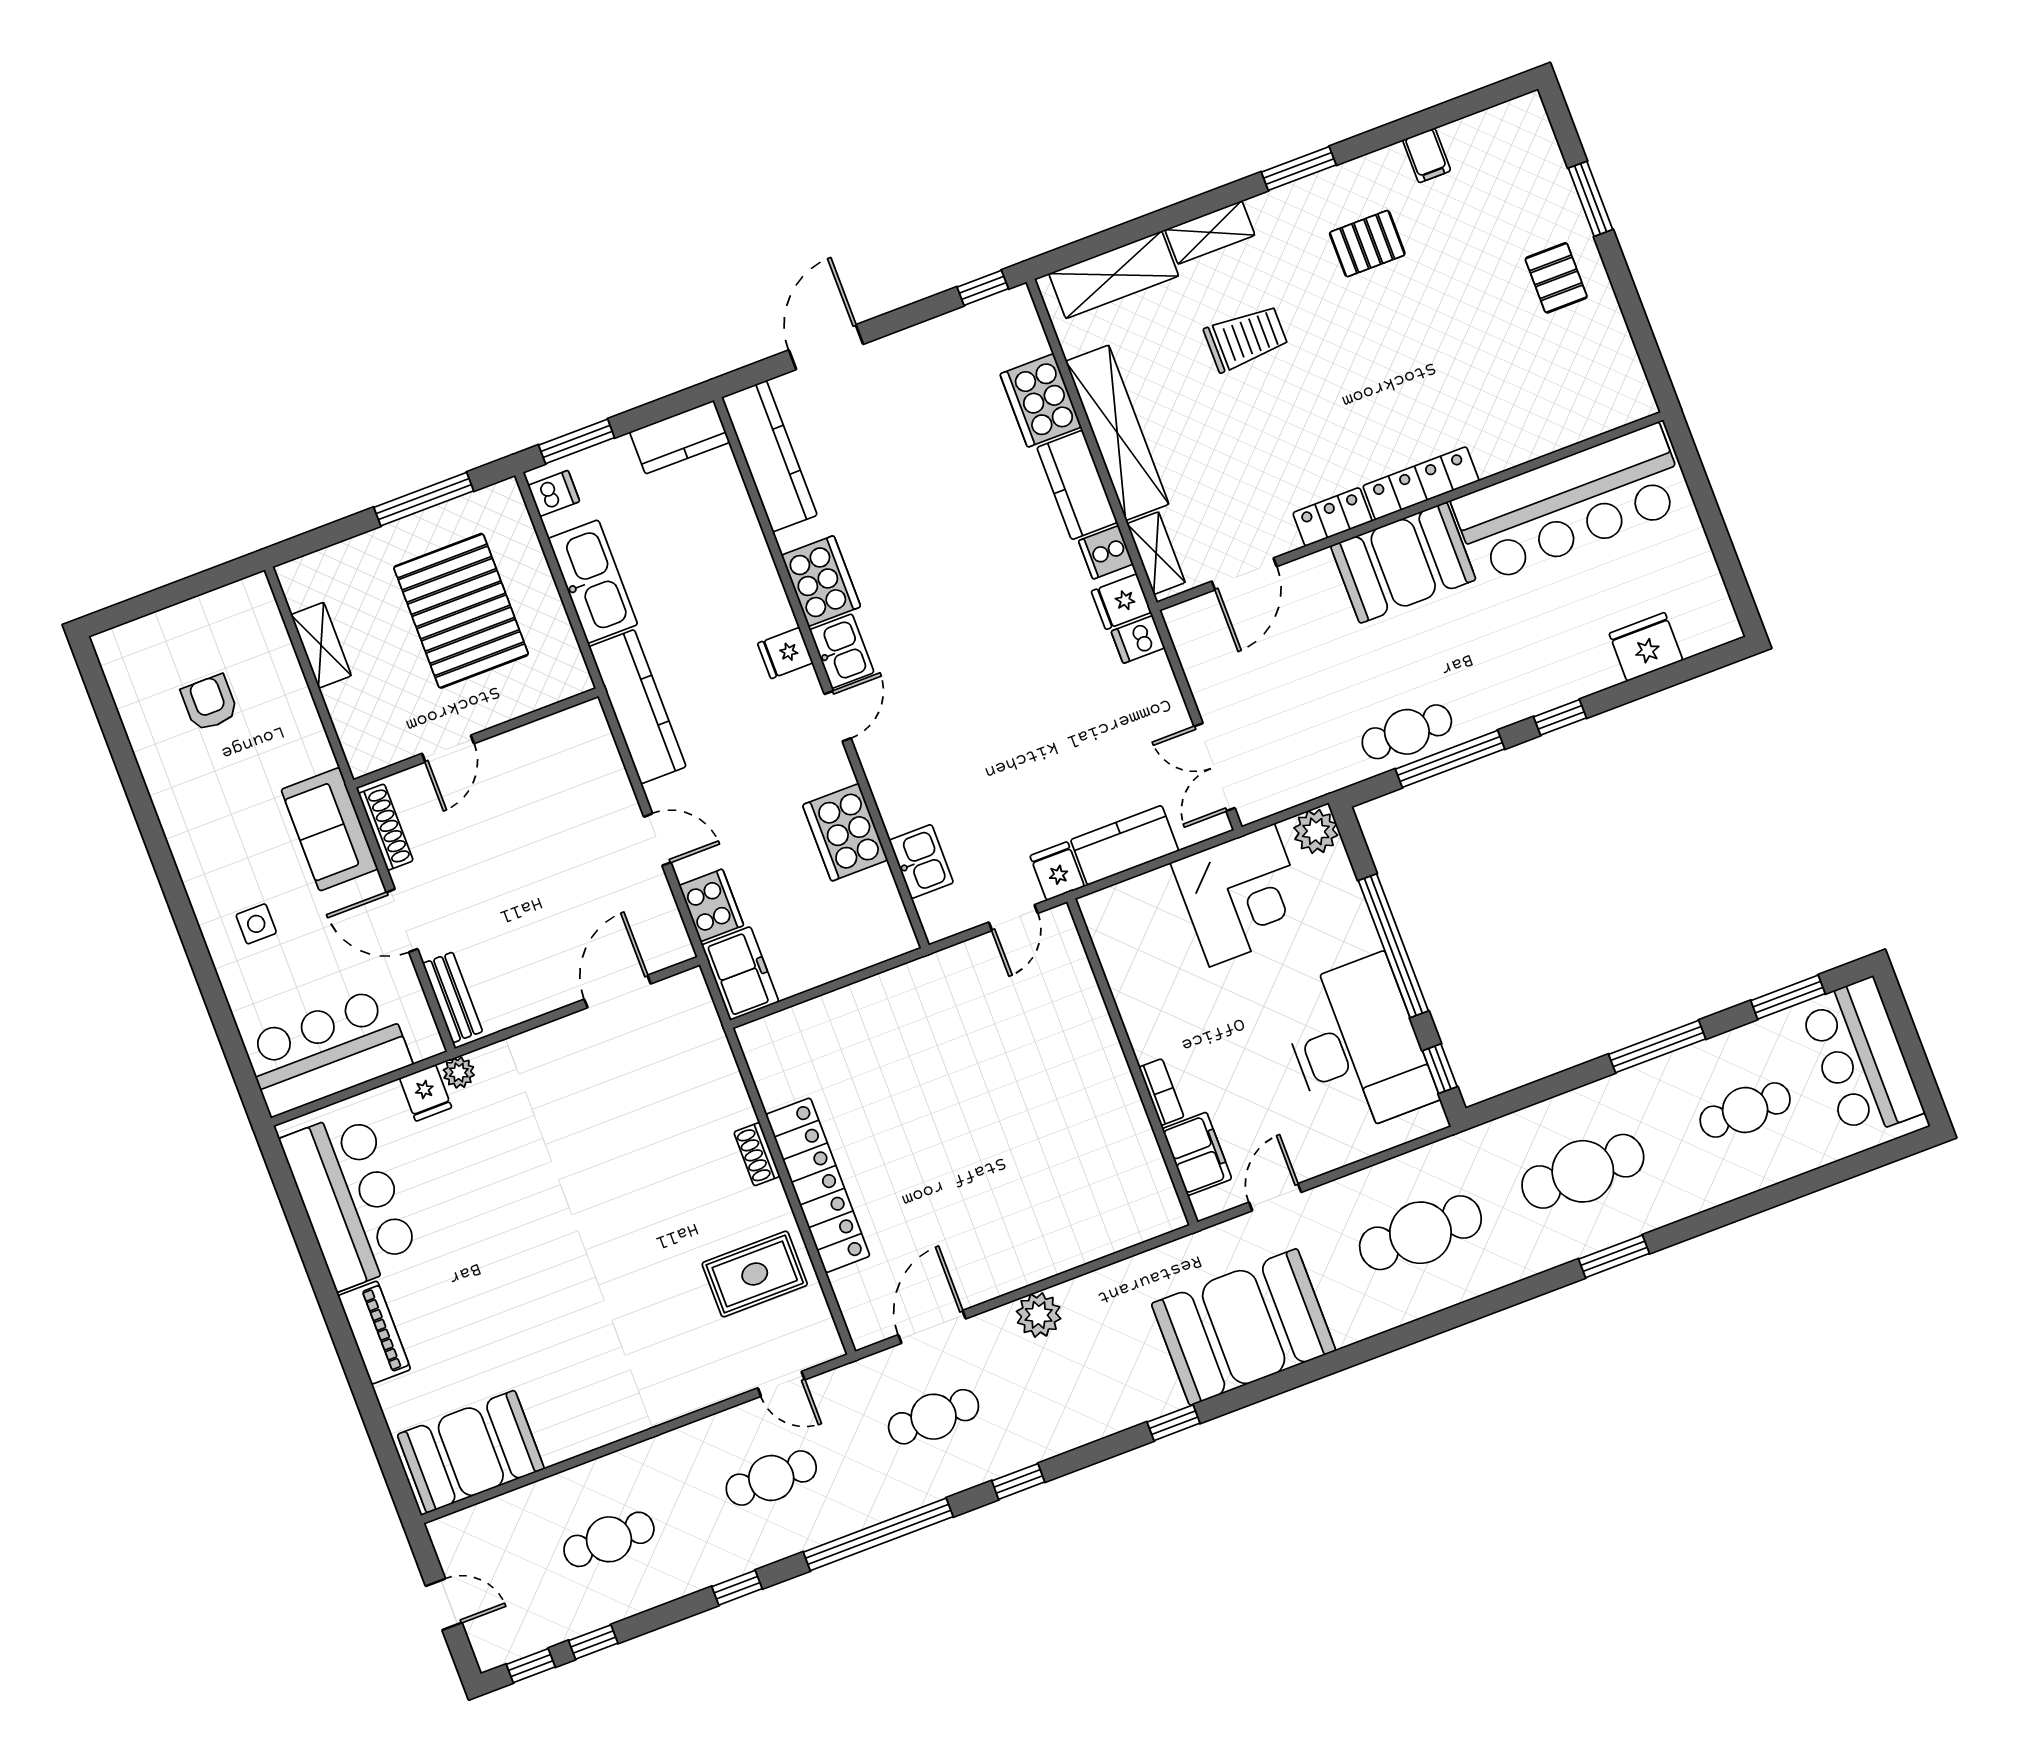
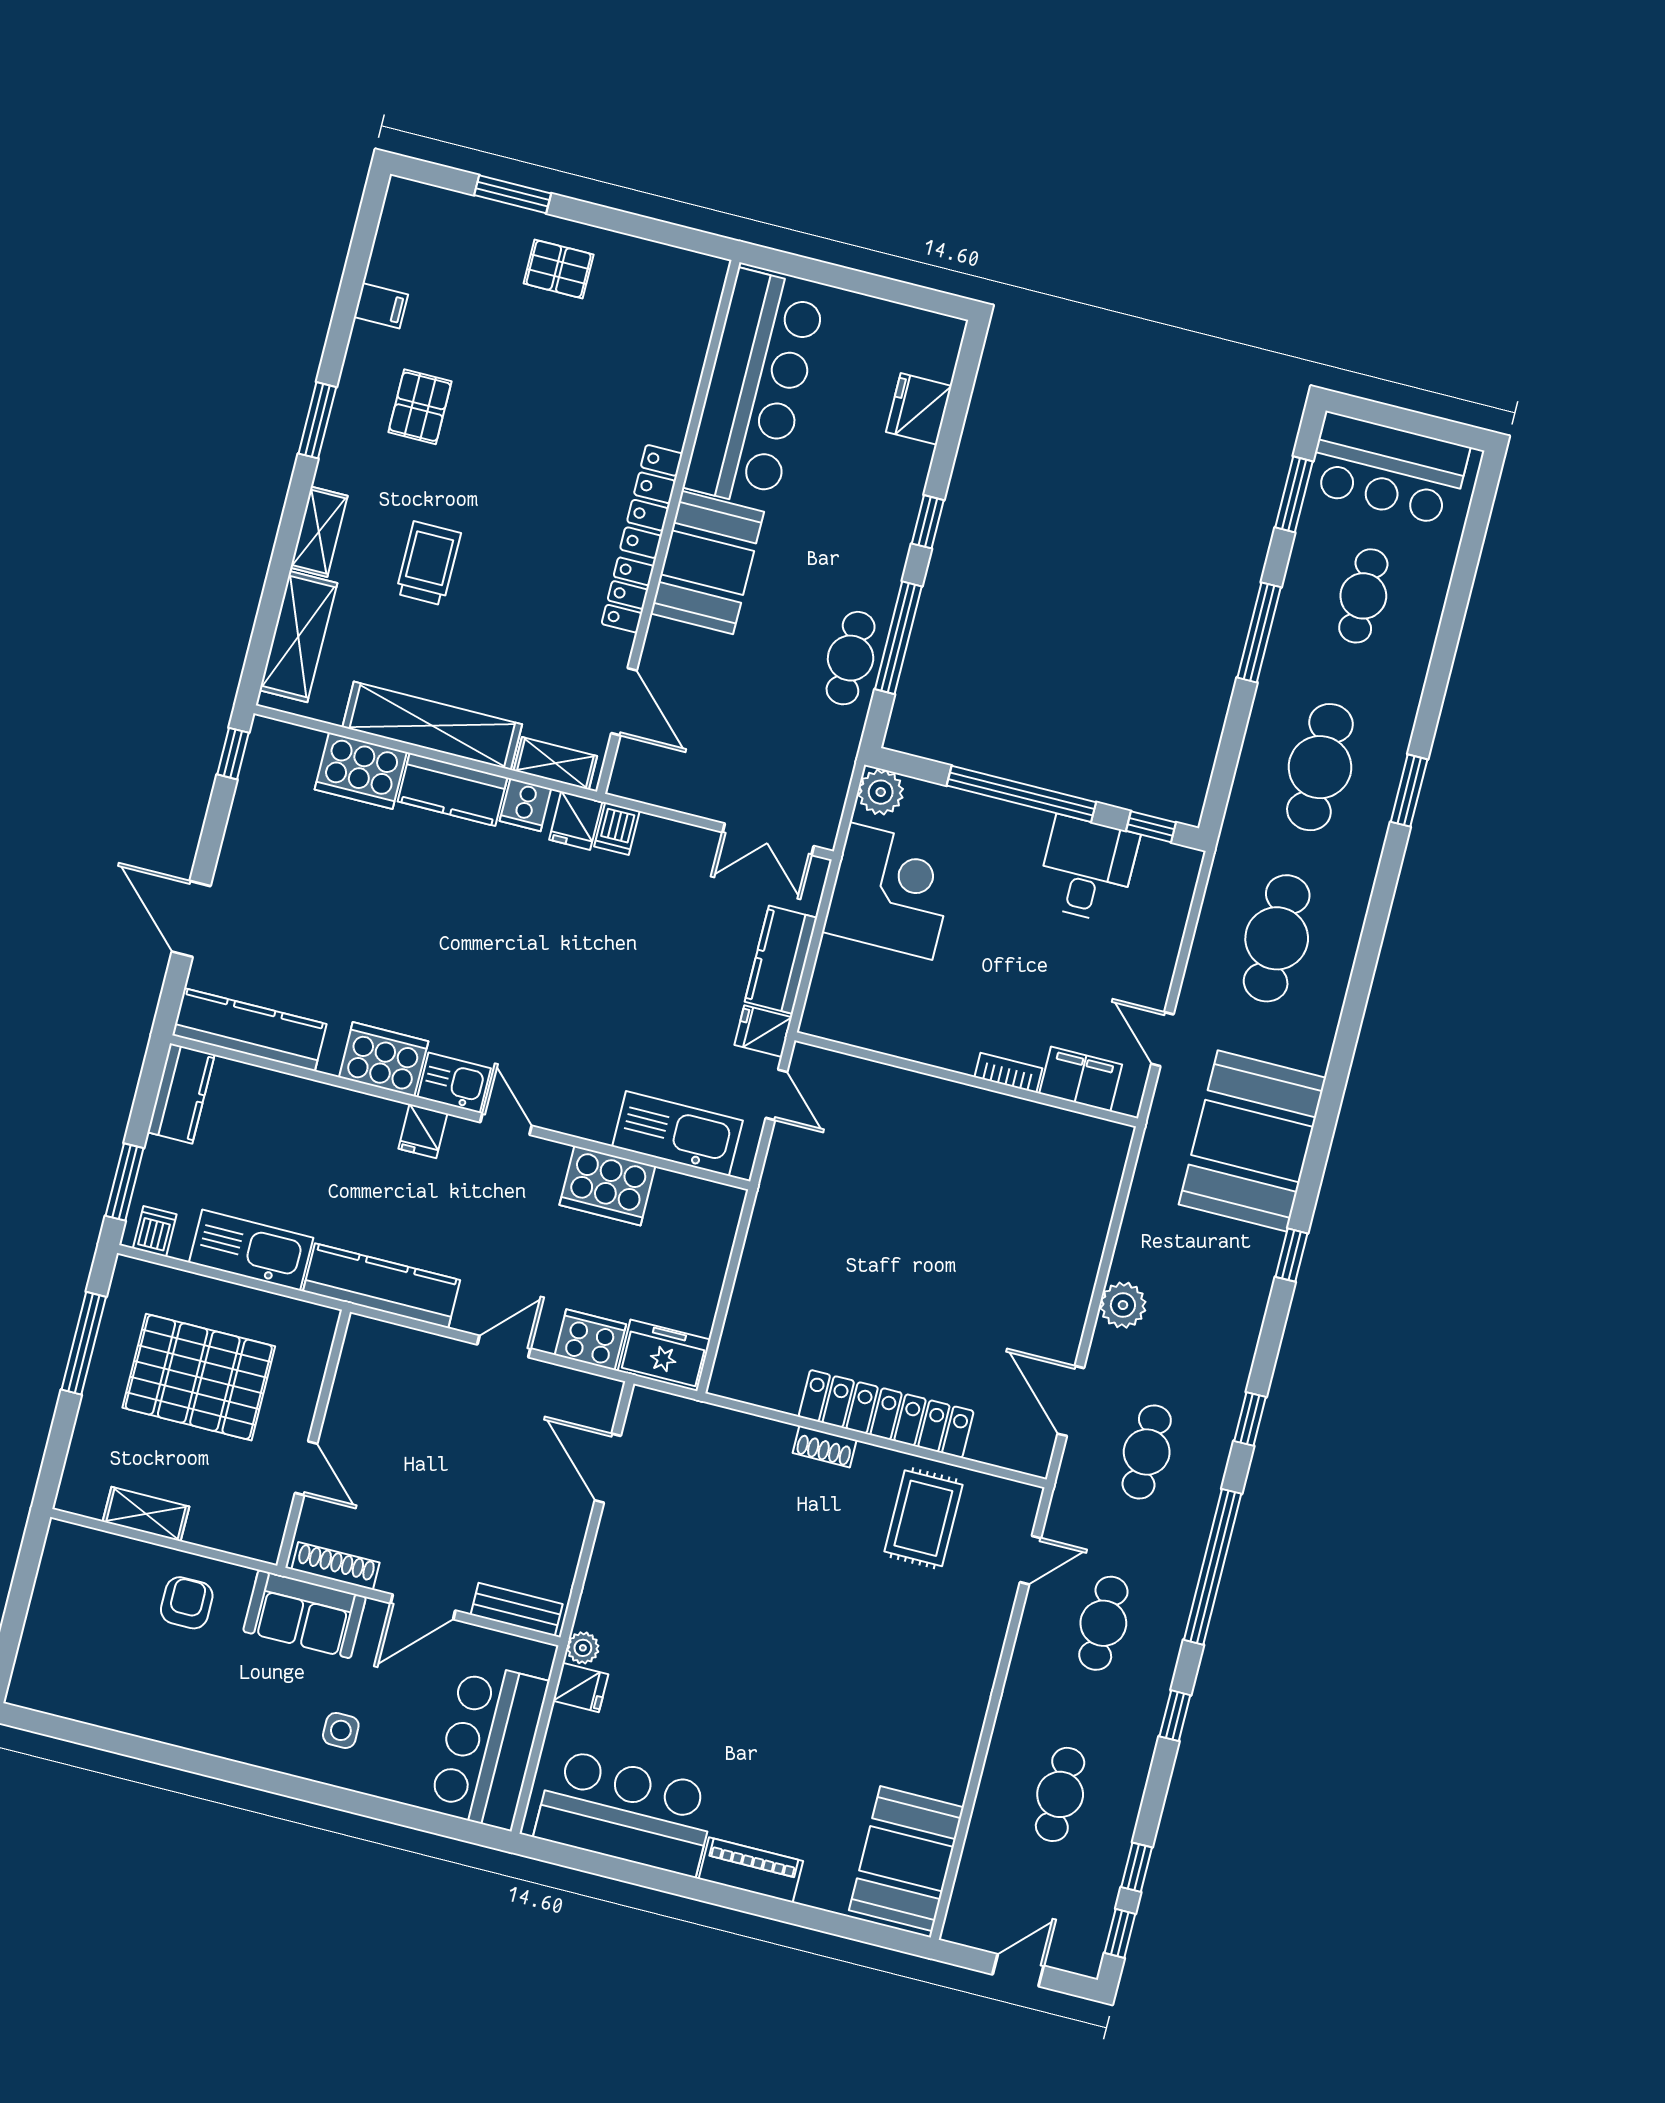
armchair: (209, 703) -> (187, 1603), moved, turned 90
kitchen sink: (921, 861) -> (677, 1133), width x1.88, depth x1.24
desk: (1357, 1046) -> (1087, 869), width x0.53, depth x0.77

